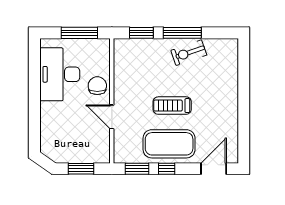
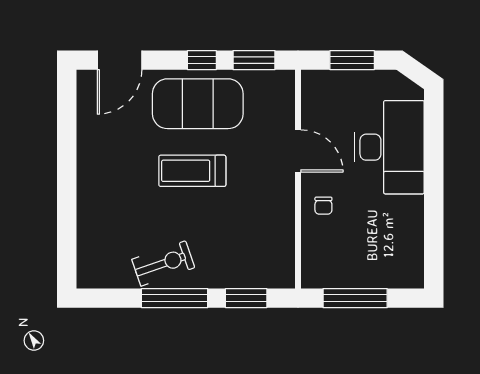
desk: (60, 74) -> (389, 147), moved
chair: (97, 86) -> (323, 206), width x0.54, depth x0.54
treadmill: (172, 106) -> (192, 171), turned 180

